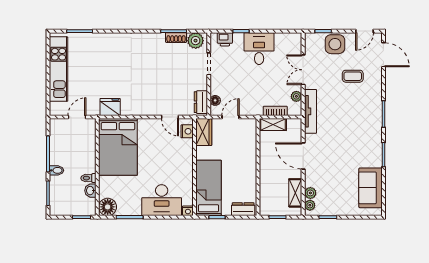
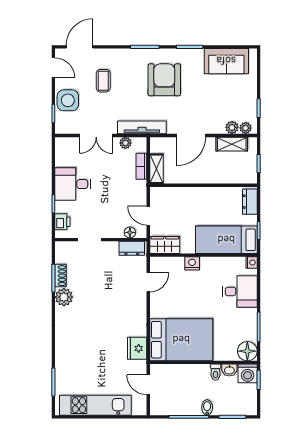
plant: (196, 41) -> (64, 297), moved
nightstand: (187, 131) -> (192, 263), moved
armchair: (354, 132) -> (164, 80), added
desk: (162, 200) -> (240, 292), width x0.73
washing machine: (87, 207) -> (248, 373), added

